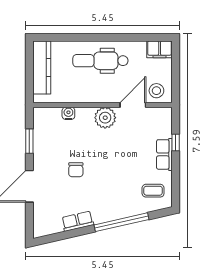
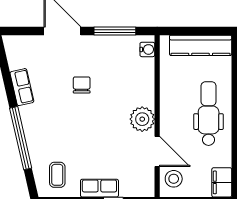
water cooler: (68, 113) -> (147, 49), moved
window: (29, 141) -> (115, 31), width x1.44
chair: (76, 170) -> (82, 85), turned 90

